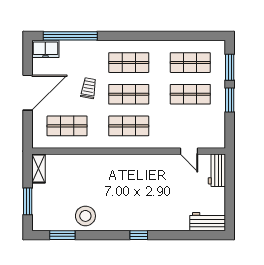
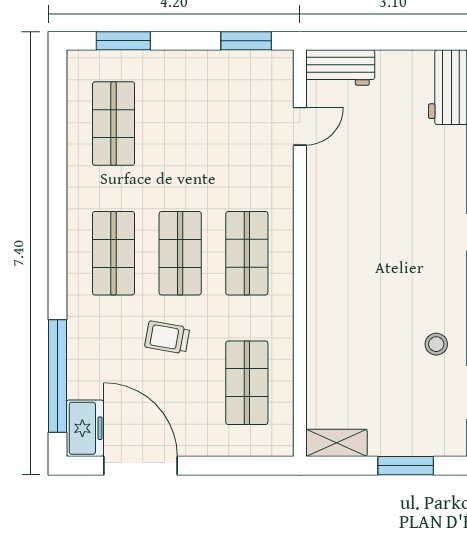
door: (28, 93) -> (141, 466), moved
shop shelf: (190, 94) -> (180, 124), removed
window: (230, 100) -> (246, 41), moved
stool: (85, 216) -> (436, 344), width x0.53, depth x0.53

